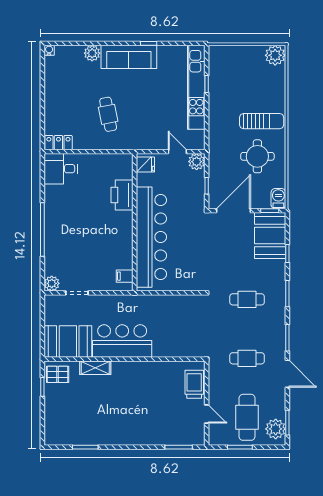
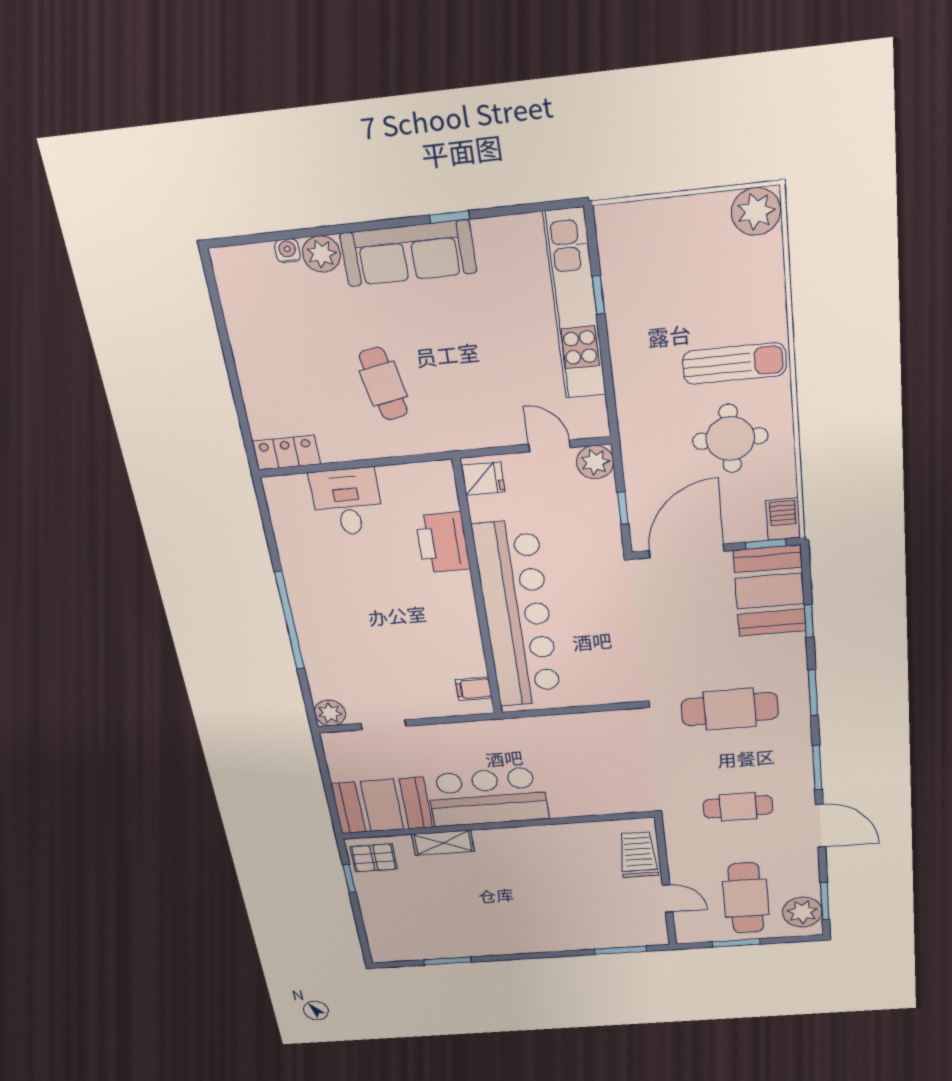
water cooler: (49, 50) -> (288, 251), moved
desk: (61, 169) -> (347, 502), moved, turned 90
cafe table: (247, 299) -> (730, 709), width x1.37, depth x1.35

